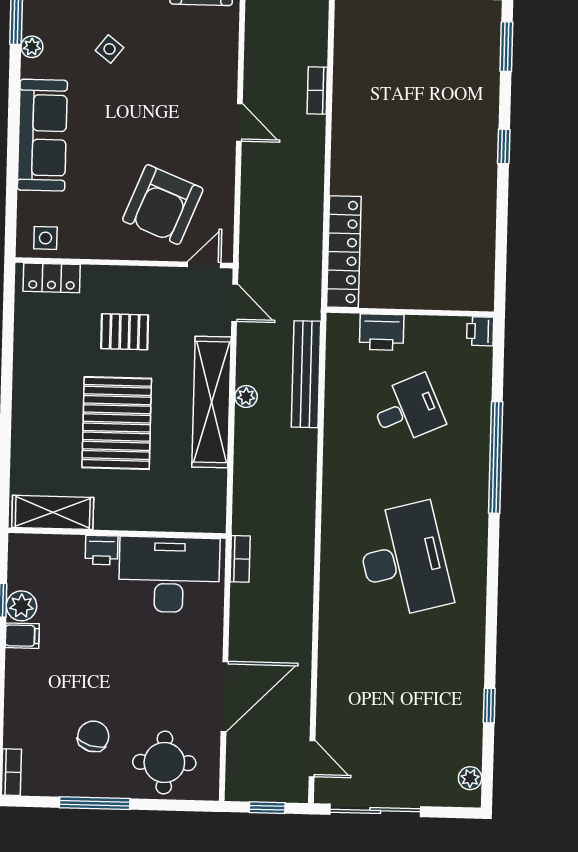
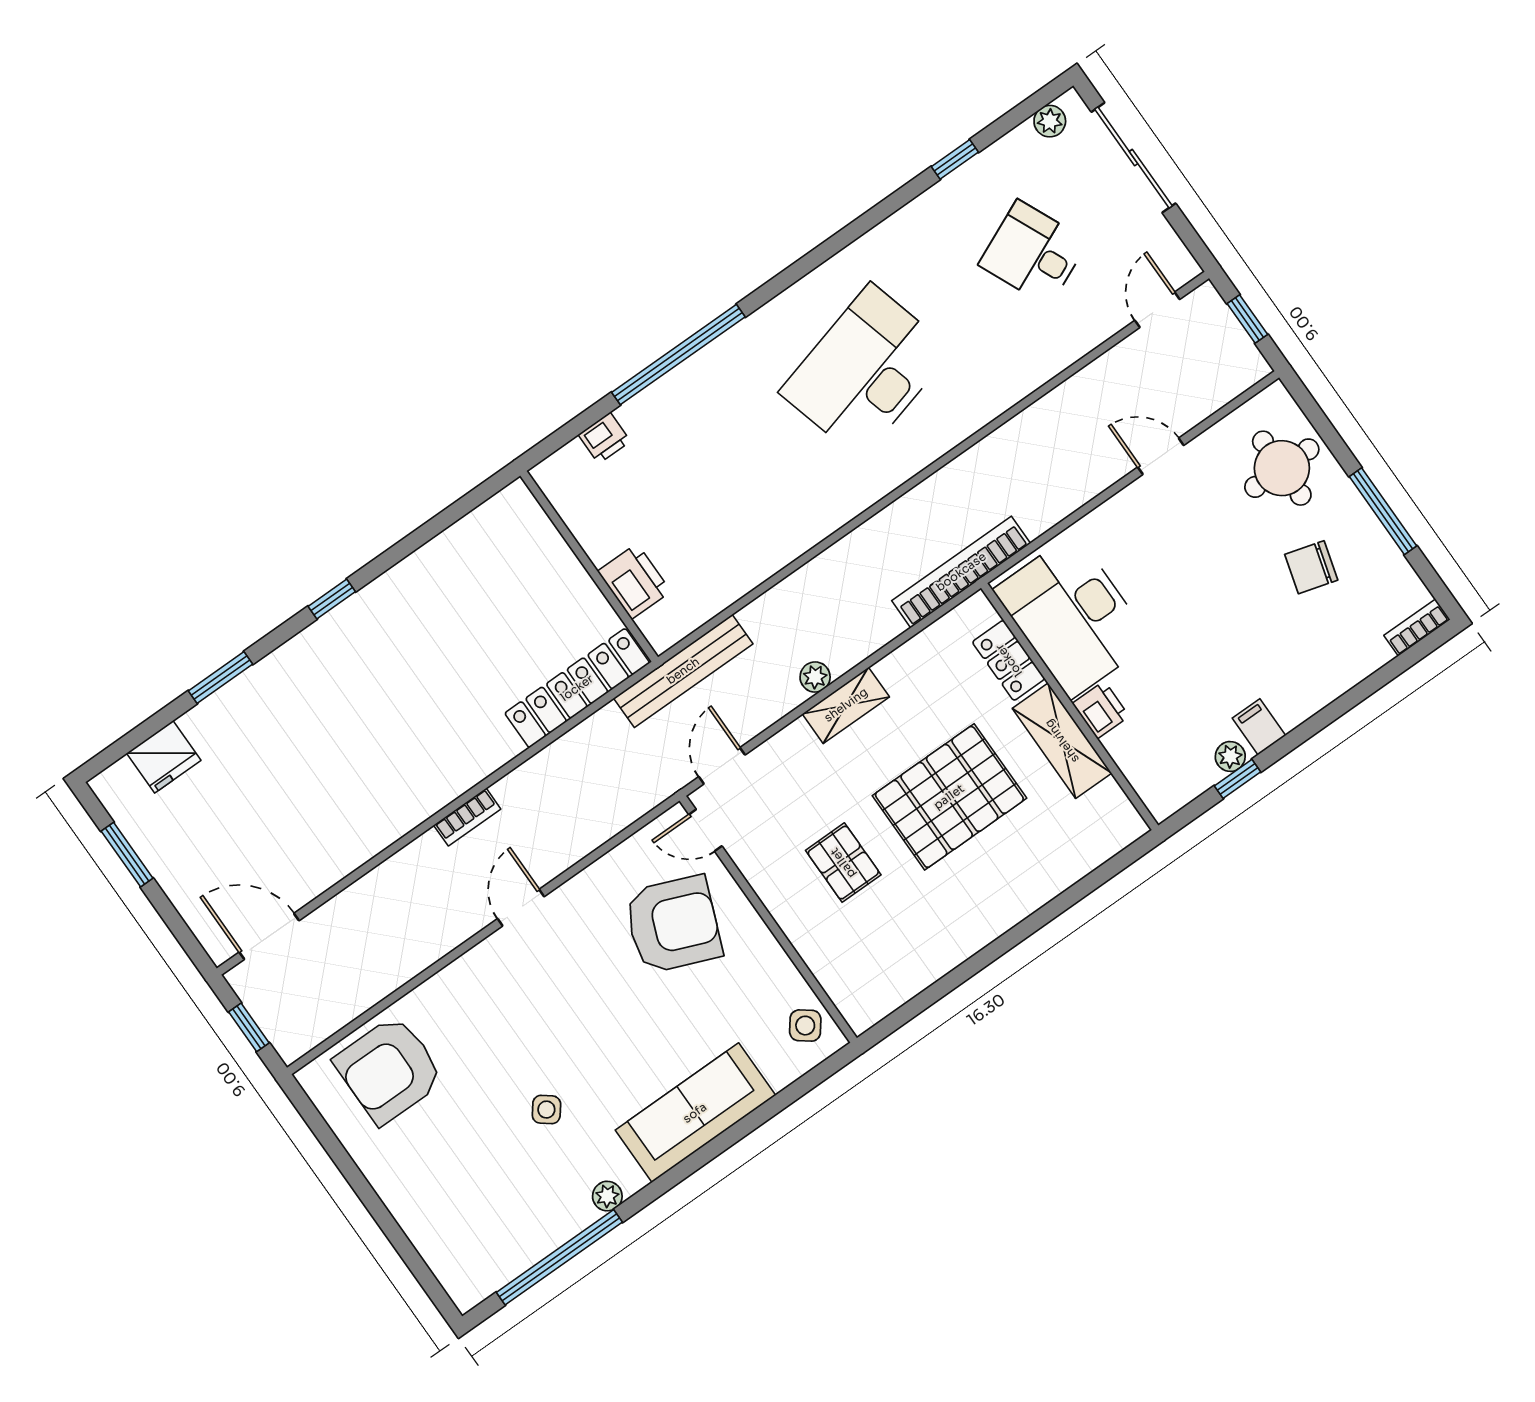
bookcase: (317, 91) -> (467, 817), moved
side table: (45, 238) -> (805, 1026), turned 37
locker: (52, 278) -> (1009, 660), moved, turned 180
printer: (480, 331) -> (604, 438), moved
bench: (306, 374) -> (683, 671), moved
shelving: (211, 402) -> (846, 705), width x0.45, depth x0.75
desk: (408, 410) -> (1033, 253), moved
shelving: (53, 512) -> (1062, 741), moved
bookcase: (240, 559) -> (961, 572), width x2.31, depth x1.31
plant: (21, 606) -> (1230, 756), width x0.73, depth x0.73
door: (224, 696) -> (1161, 456), width x0.53
sliding door: (375, 810) -> (1133, 158), moved

